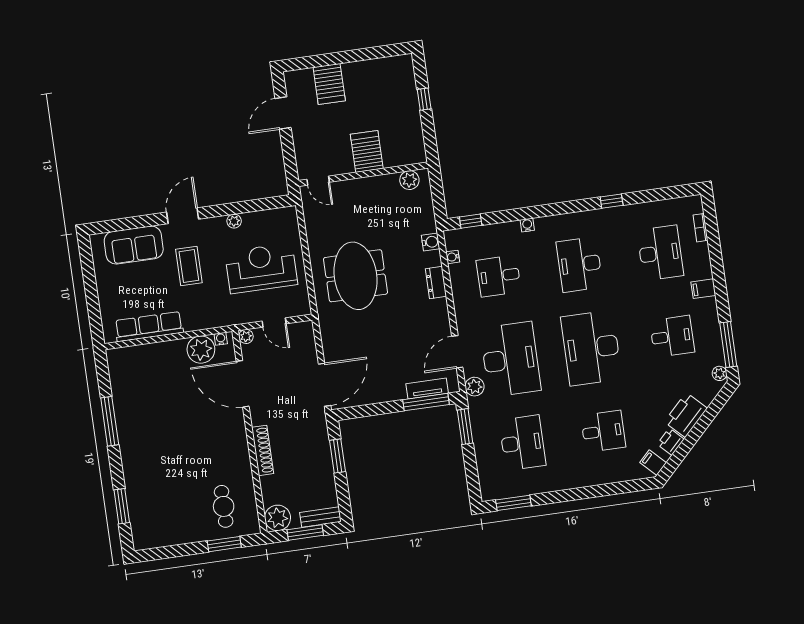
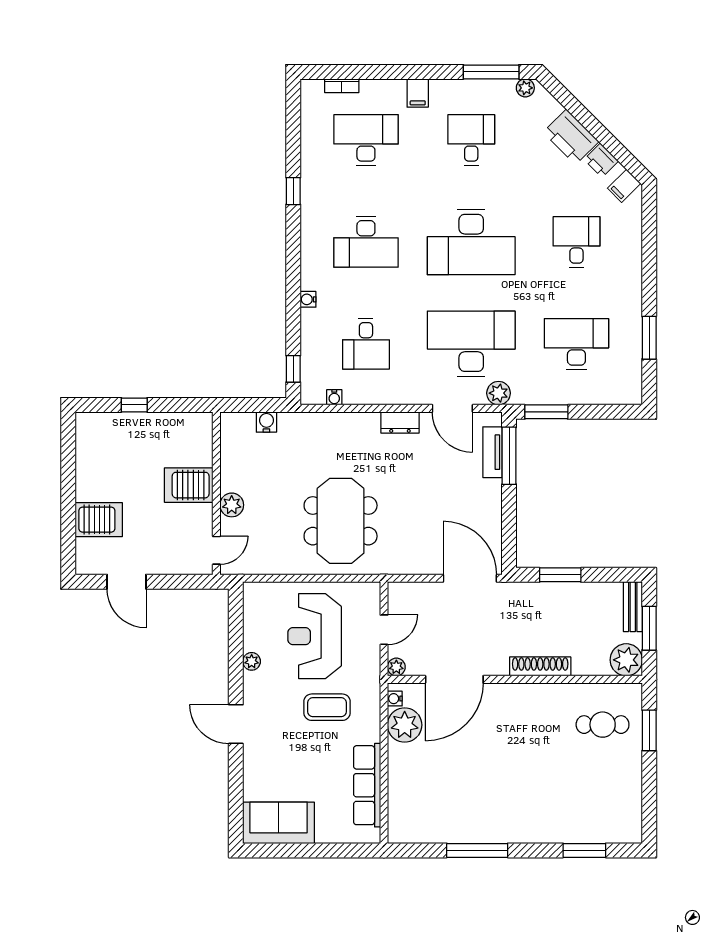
plant: (409, 180) -> (232, 505), moved
water cooler: (431, 242) -> (266, 422), moved
sofa: (134, 245) -> (279, 823), moved, turned -90
coffee table: (189, 266) -> (327, 707), moved
meeting table: (356, 276) -> (341, 521), turned 90
dresser: (436, 283) -> (400, 423), moved
window: (513, 503) -> (649, 338), moved

